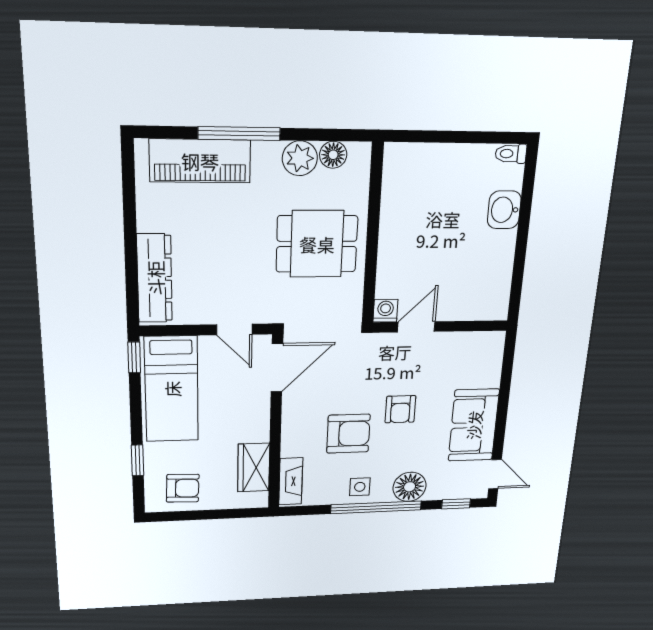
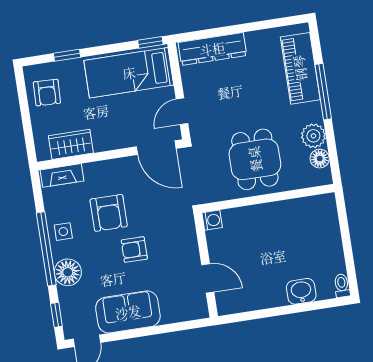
door: (416, 327) -> (208, 278), moved

